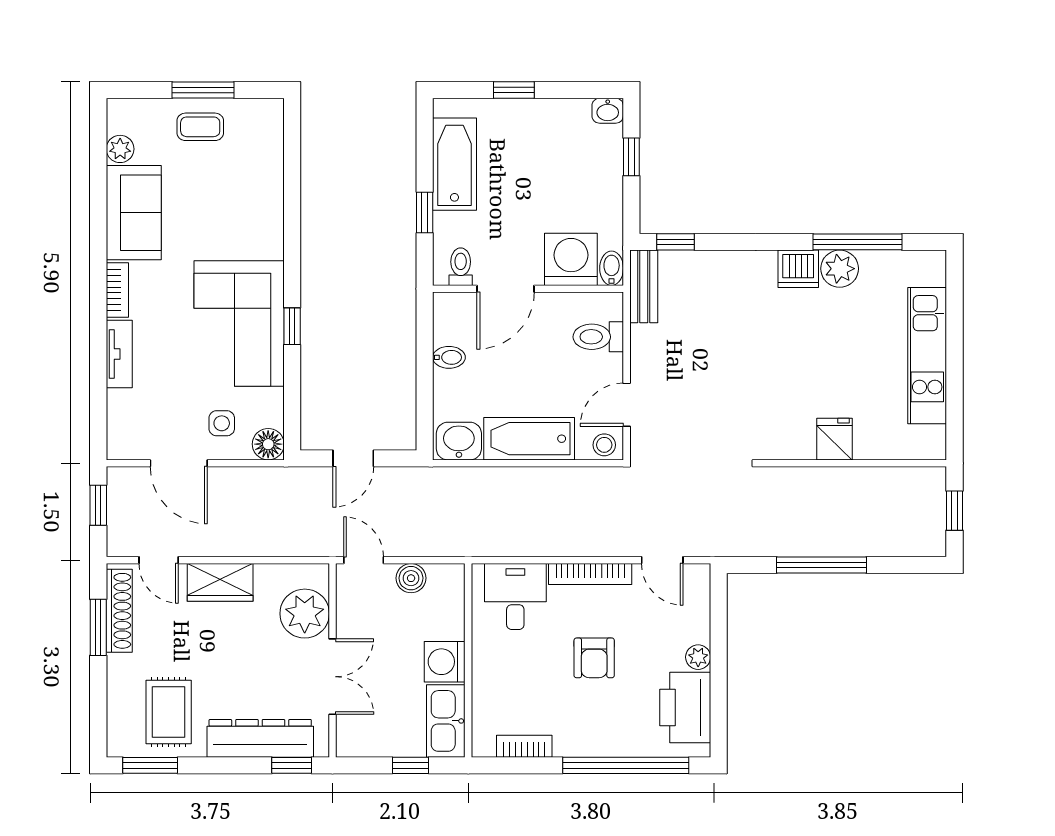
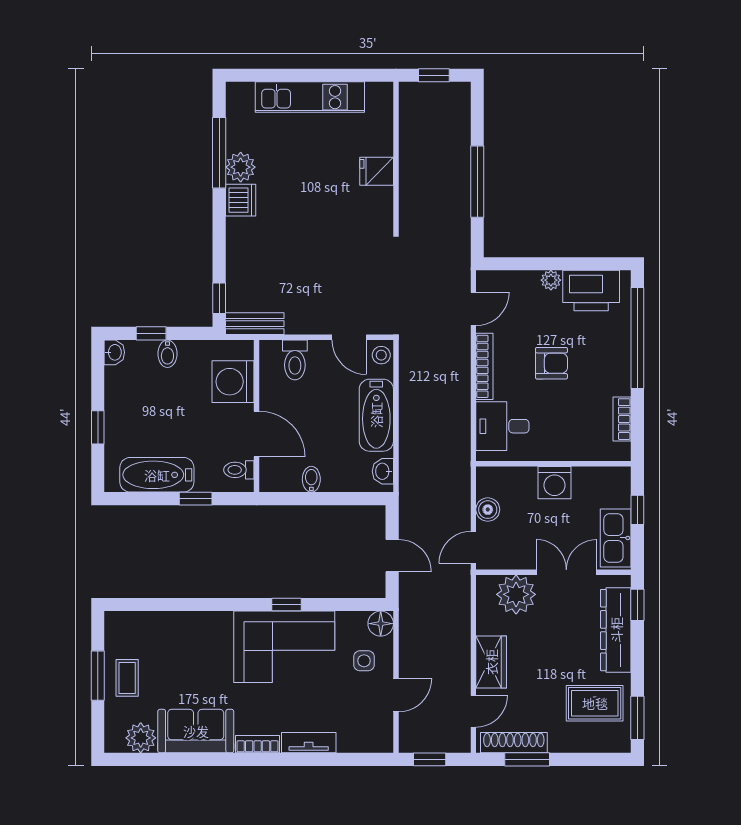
plant: (120, 149) -> (141, 738), width x1.38, depth x1.38
bidet: (612, 268) -> (167, 354), moved, turned -90
washbasin: (459, 441) -> (383, 471), width x0.72, depth x0.69
door: (179, 463) -> (396, 695), width x0.73
kitchen sink: (446, 721) -> (616, 538), moved, turned 90

